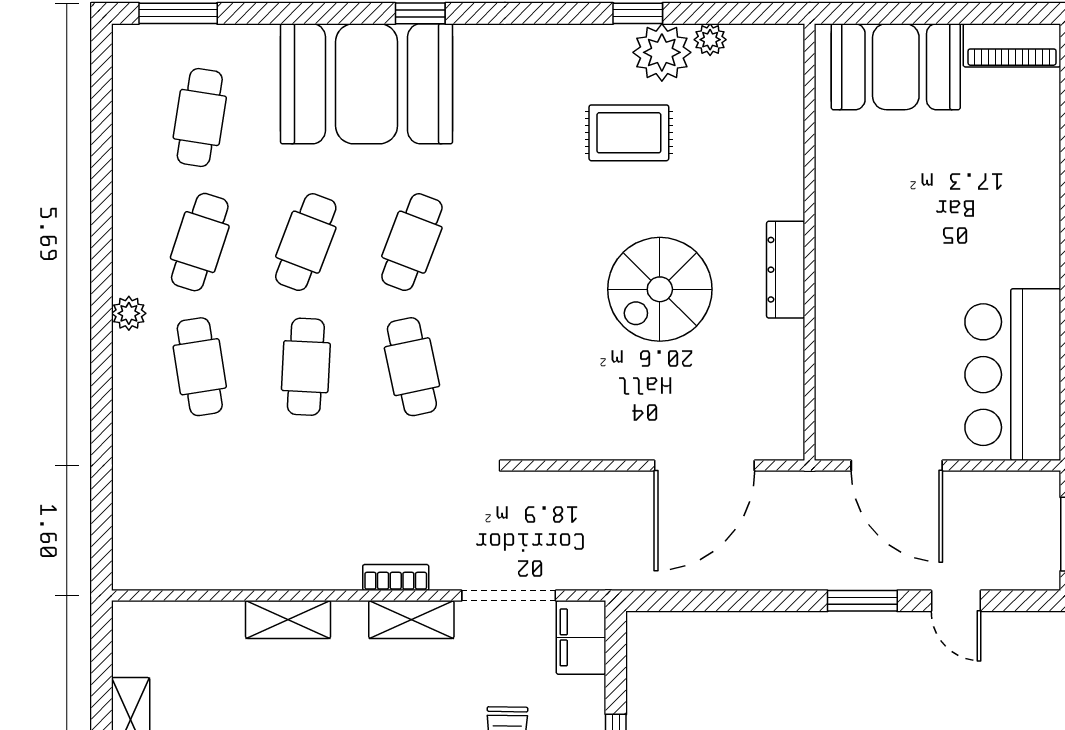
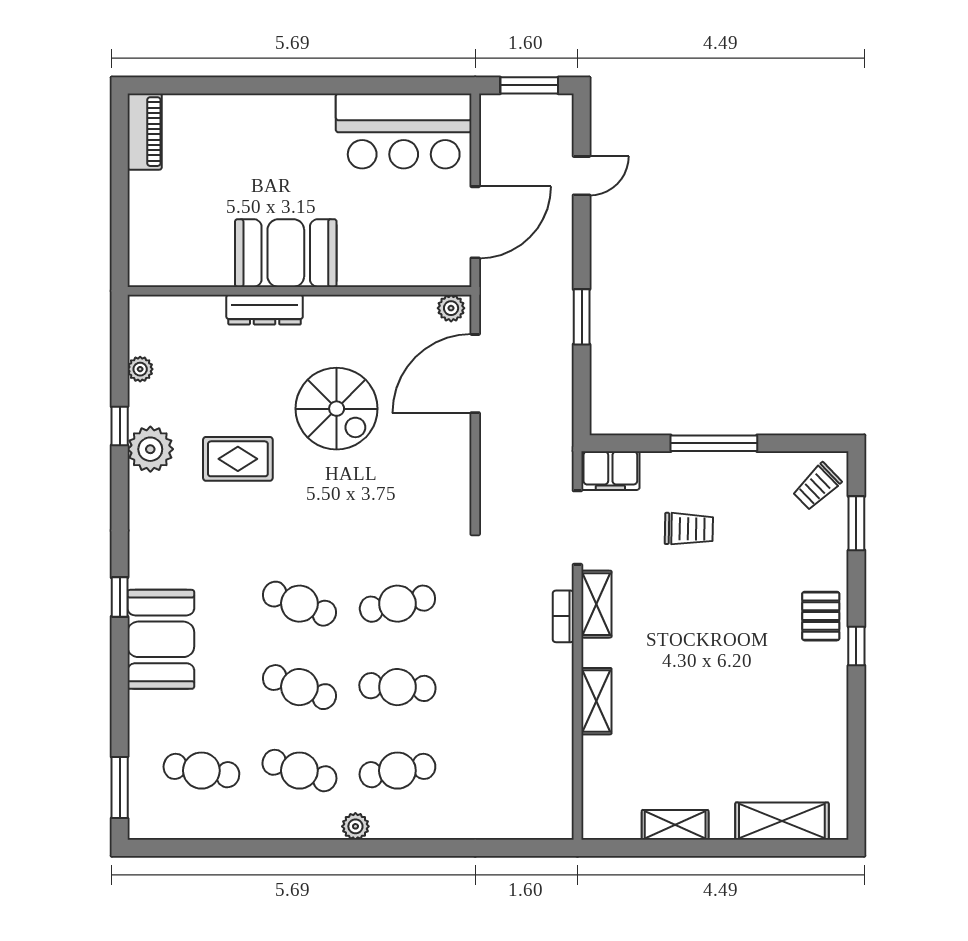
plant: (662, 52) -> (150, 449), moved
booth: (896, 67) -> (286, 253), moved, turned 90
booth: (367, 84) -> (161, 639), width x0.73, depth x0.70
rug: (629, 133) -> (238, 459), moved, turned 90
dresser: (786, 270) -> (265, 310), moved
plant: (788, 435) -> (451, 308), added
door: (704, 466) -> (475, 374), swing flipped
window: (862, 601) -> (582, 317), moved

